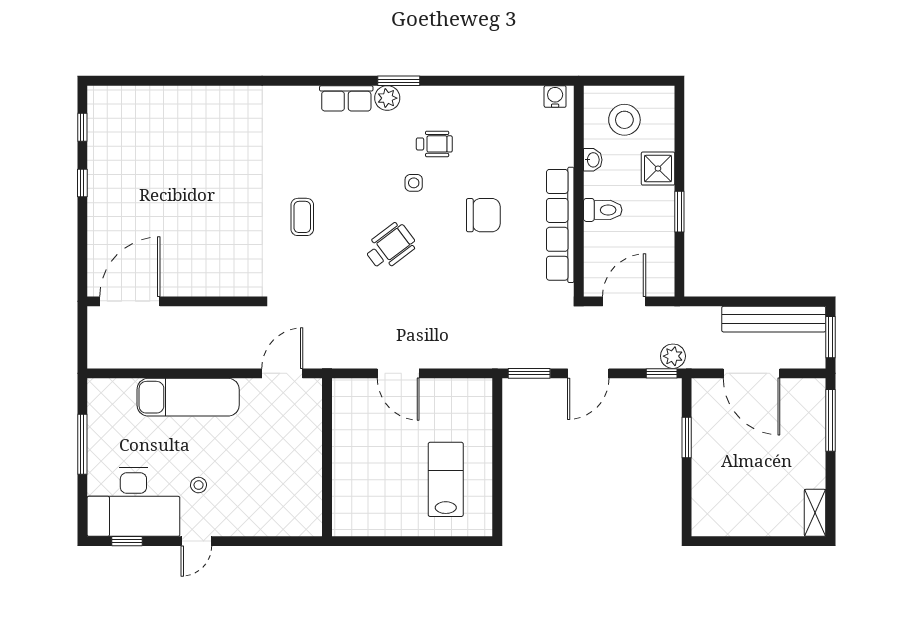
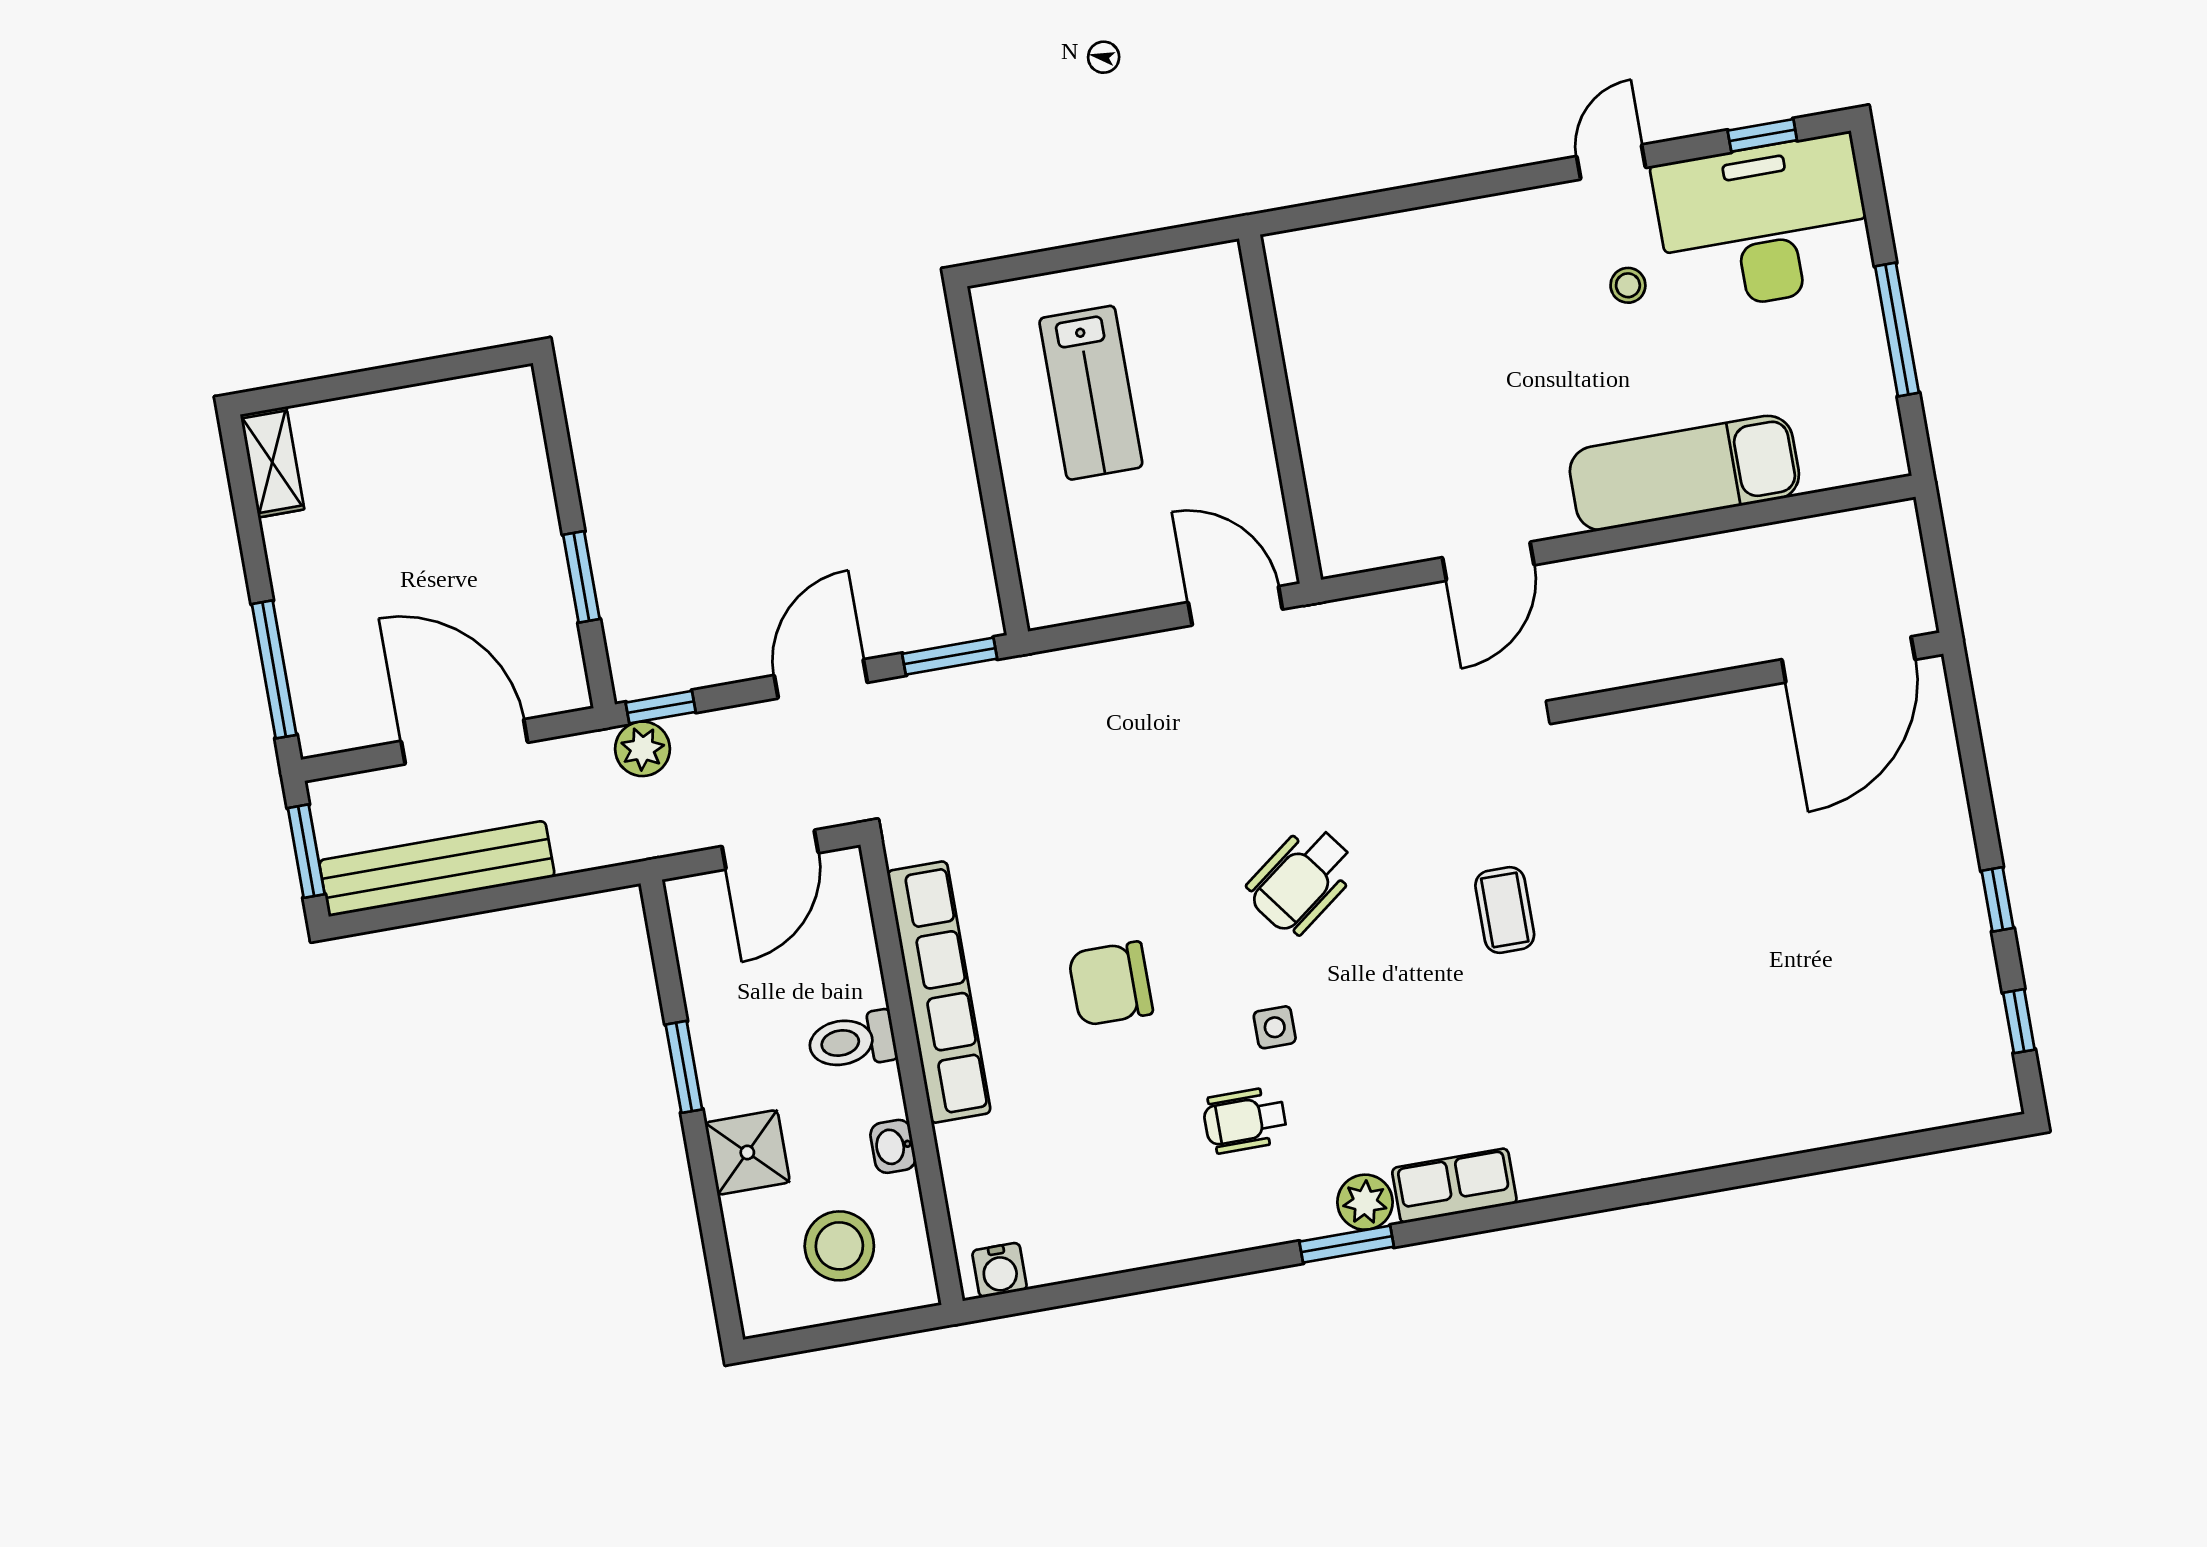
wall: (327, 457) -> (1280, 409), moved

